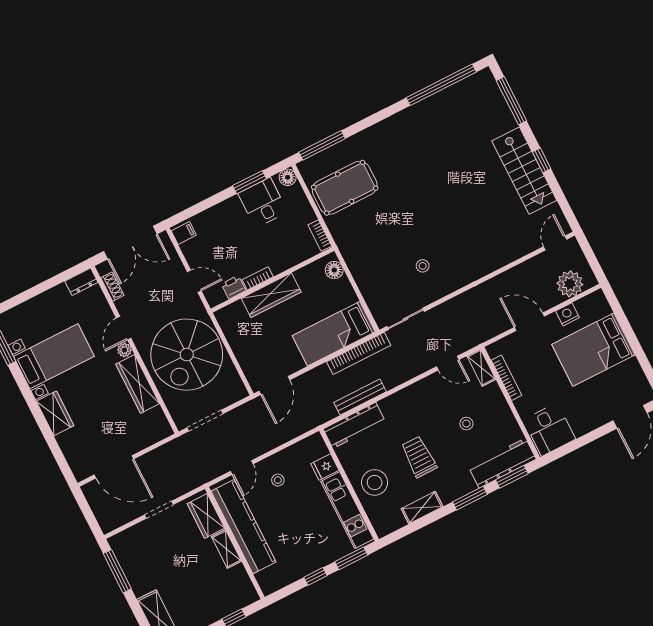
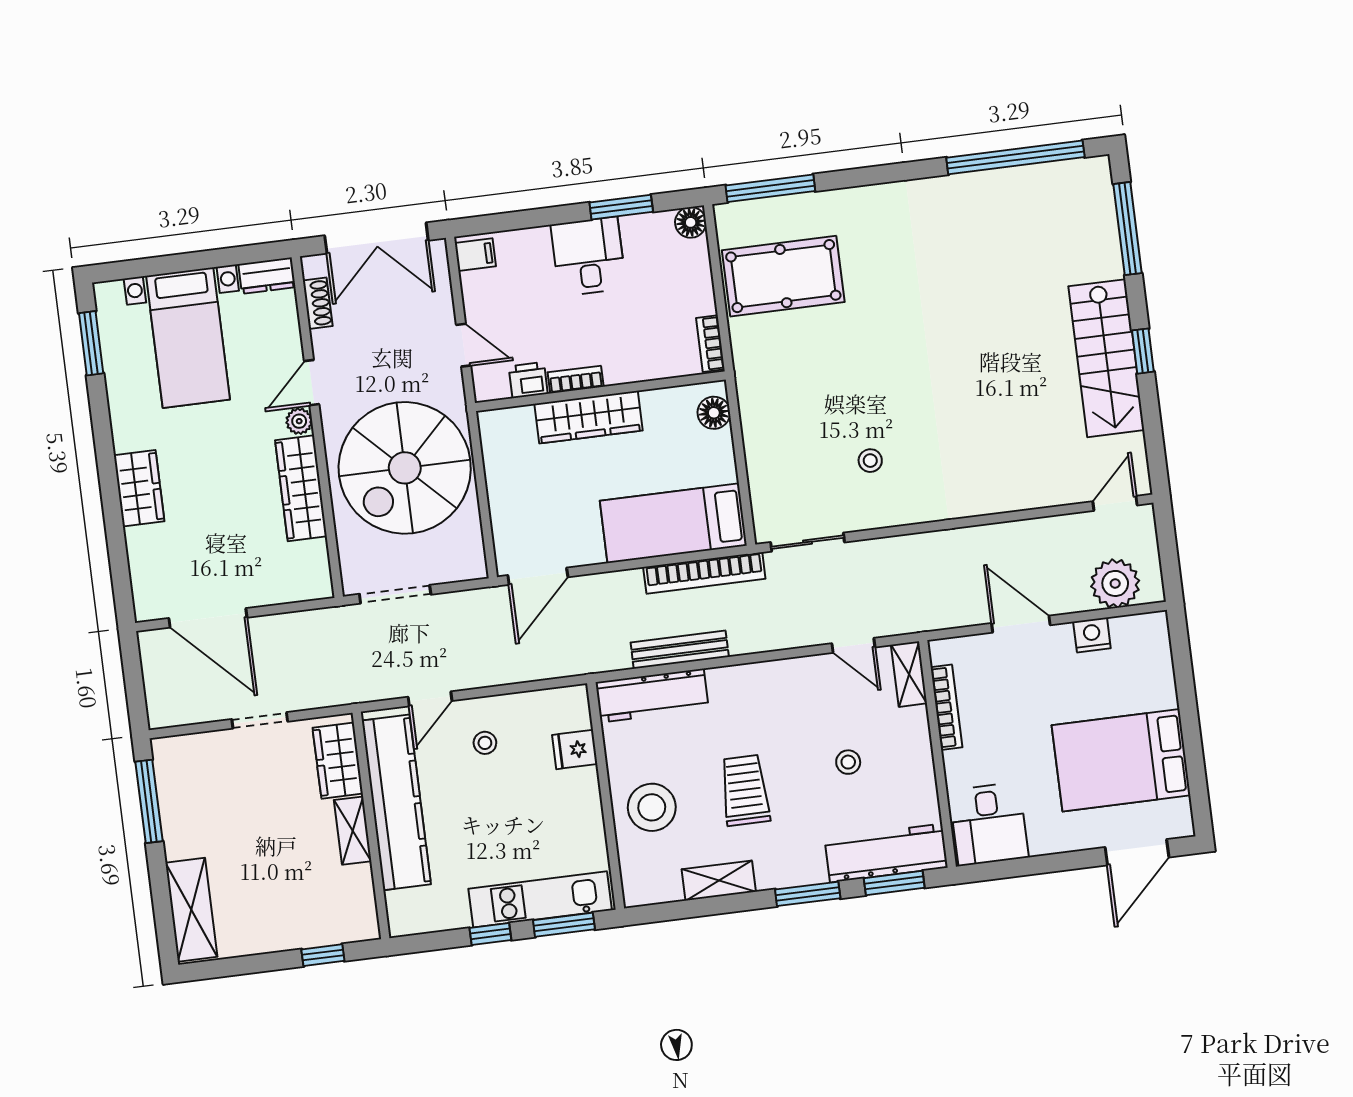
desk: (263, 203) -> (588, 256), moved
bed: (593, 350) -> (1121, 760), moved
bed with nightstands: (54, 356) -> (188, 338), moved, turned 90
kitchen unit: (347, 510) -> (540, 899), moved, turned 90

